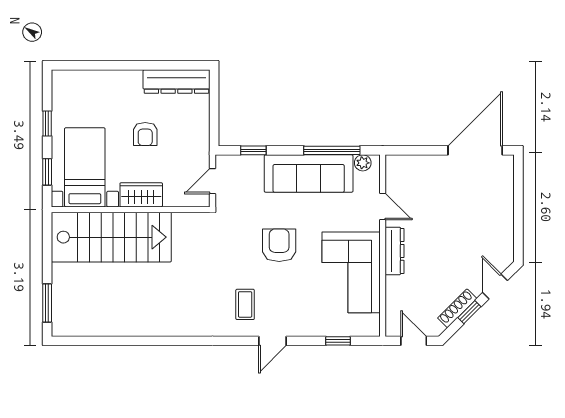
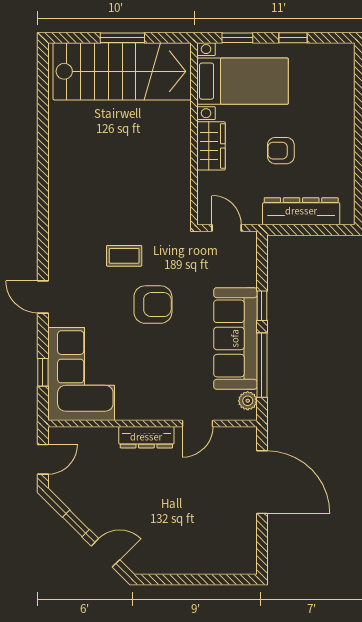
dresser: (177, 82) -> (301, 211), moved, turned 90
window: (253, 150) -> (262, 306), moved
door: (475, 150) -> (262, 482), moved
stairs: (111, 237) -> (122, 71), moved, turned -90
corner sofa: (351, 272) -> (81, 374), moved, turned 90
window: (47, 303) -> (122, 38), moved
coffee table: (245, 304) -> (124, 256), moved
shoe rack: (457, 308) -> (80, 509), removed

